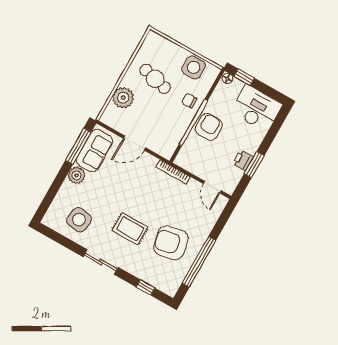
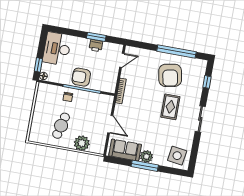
side table: (194, 67) -> (44, 102), removed
window: (78, 146) -> (145, 166), moved
side table: (79, 220) -> (177, 156), moved

